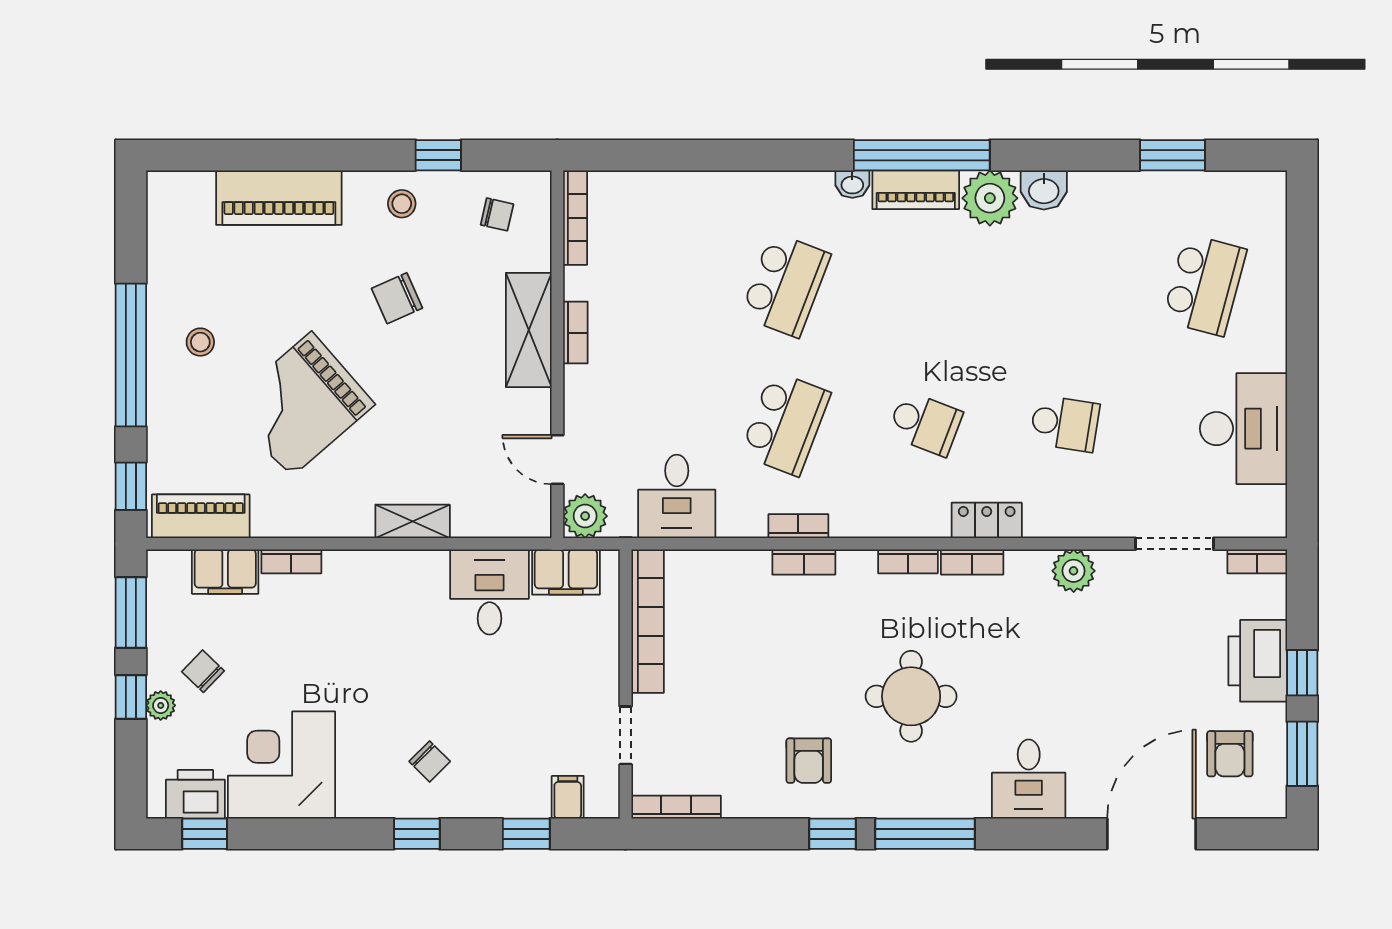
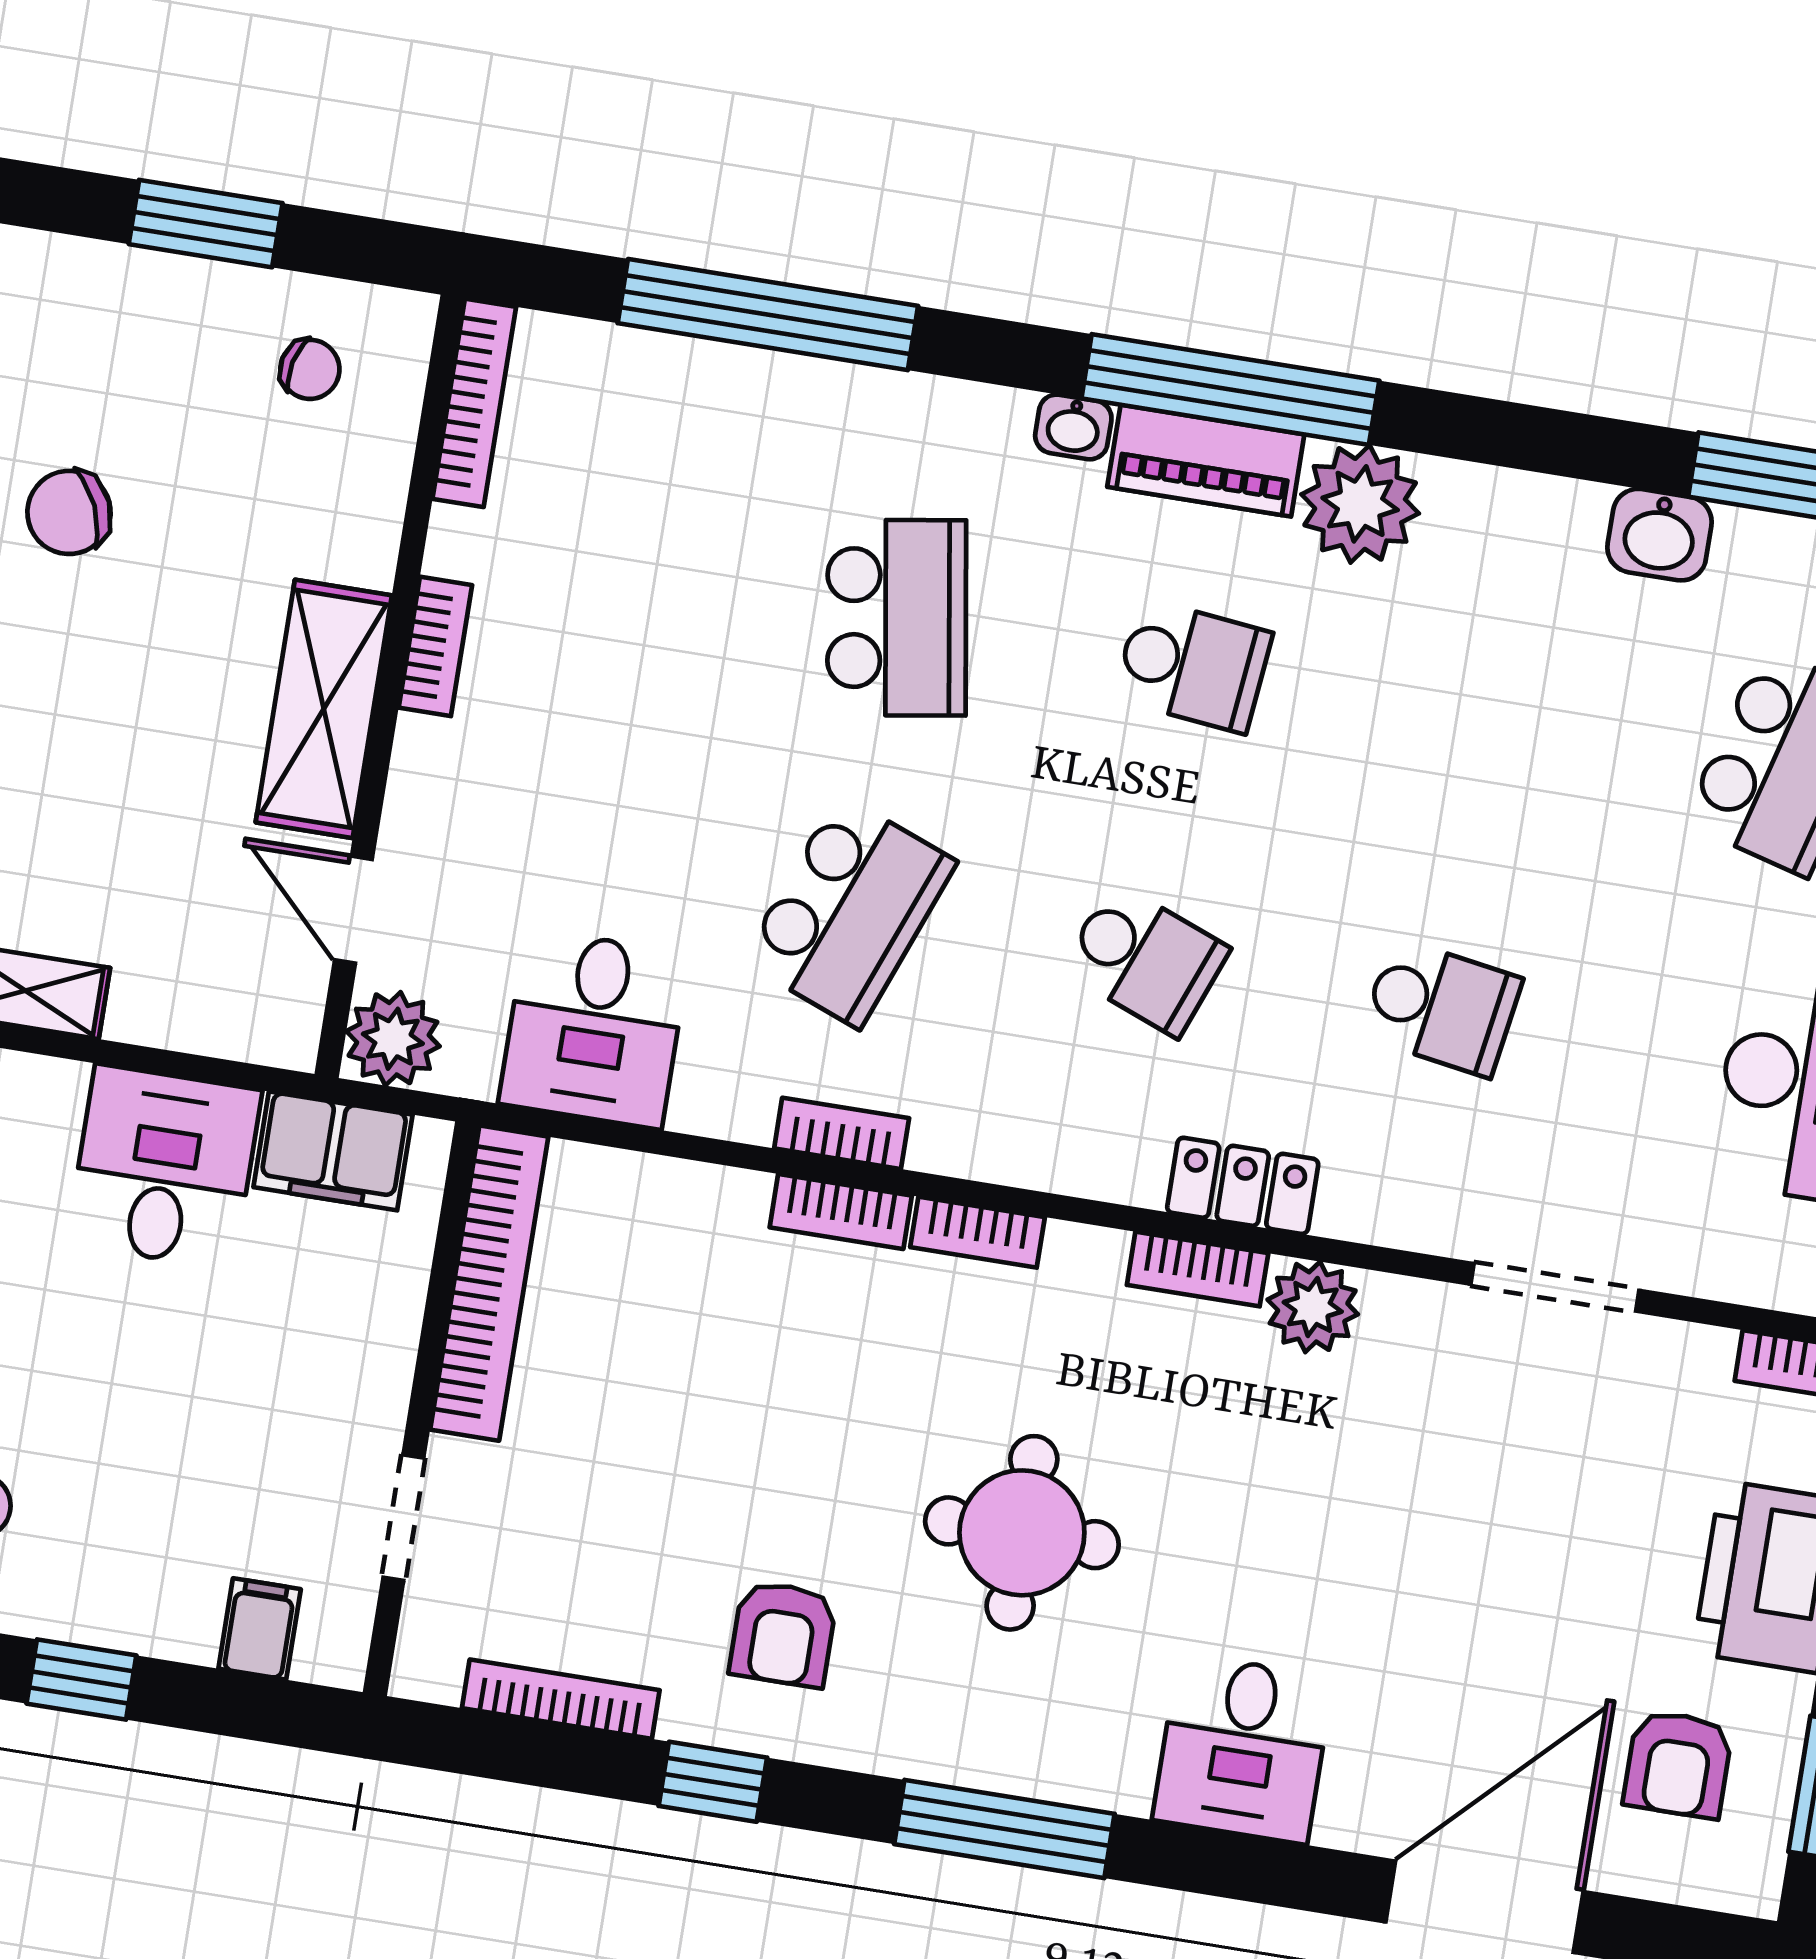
window: (438, 155) -> (206, 224), width x1.50
window: (704, 155) -> (768, 315), added
washbasin: (1044, 190) -> (1660, 535), moved
stool: (402, 204) -> (112, 314), removed
school desk: (785, 285) -> (897, 618), turned -30
school desk: (925, 285) -> (1193, 666), added
shelving: (529, 330) -> (324, 709), moved
doorway: (1174, 544) -> (1555, 1287), moved
bookcase: (908, 561) -> (978, 1232), moved
plant: (1074, 571) -> (1313, 1307), moved
bookcase: (676, 807) -> (561, 1699), moved
window: (526, 834) -> (81, 1679), moved
window: (832, 834) -> (713, 1782), moved

